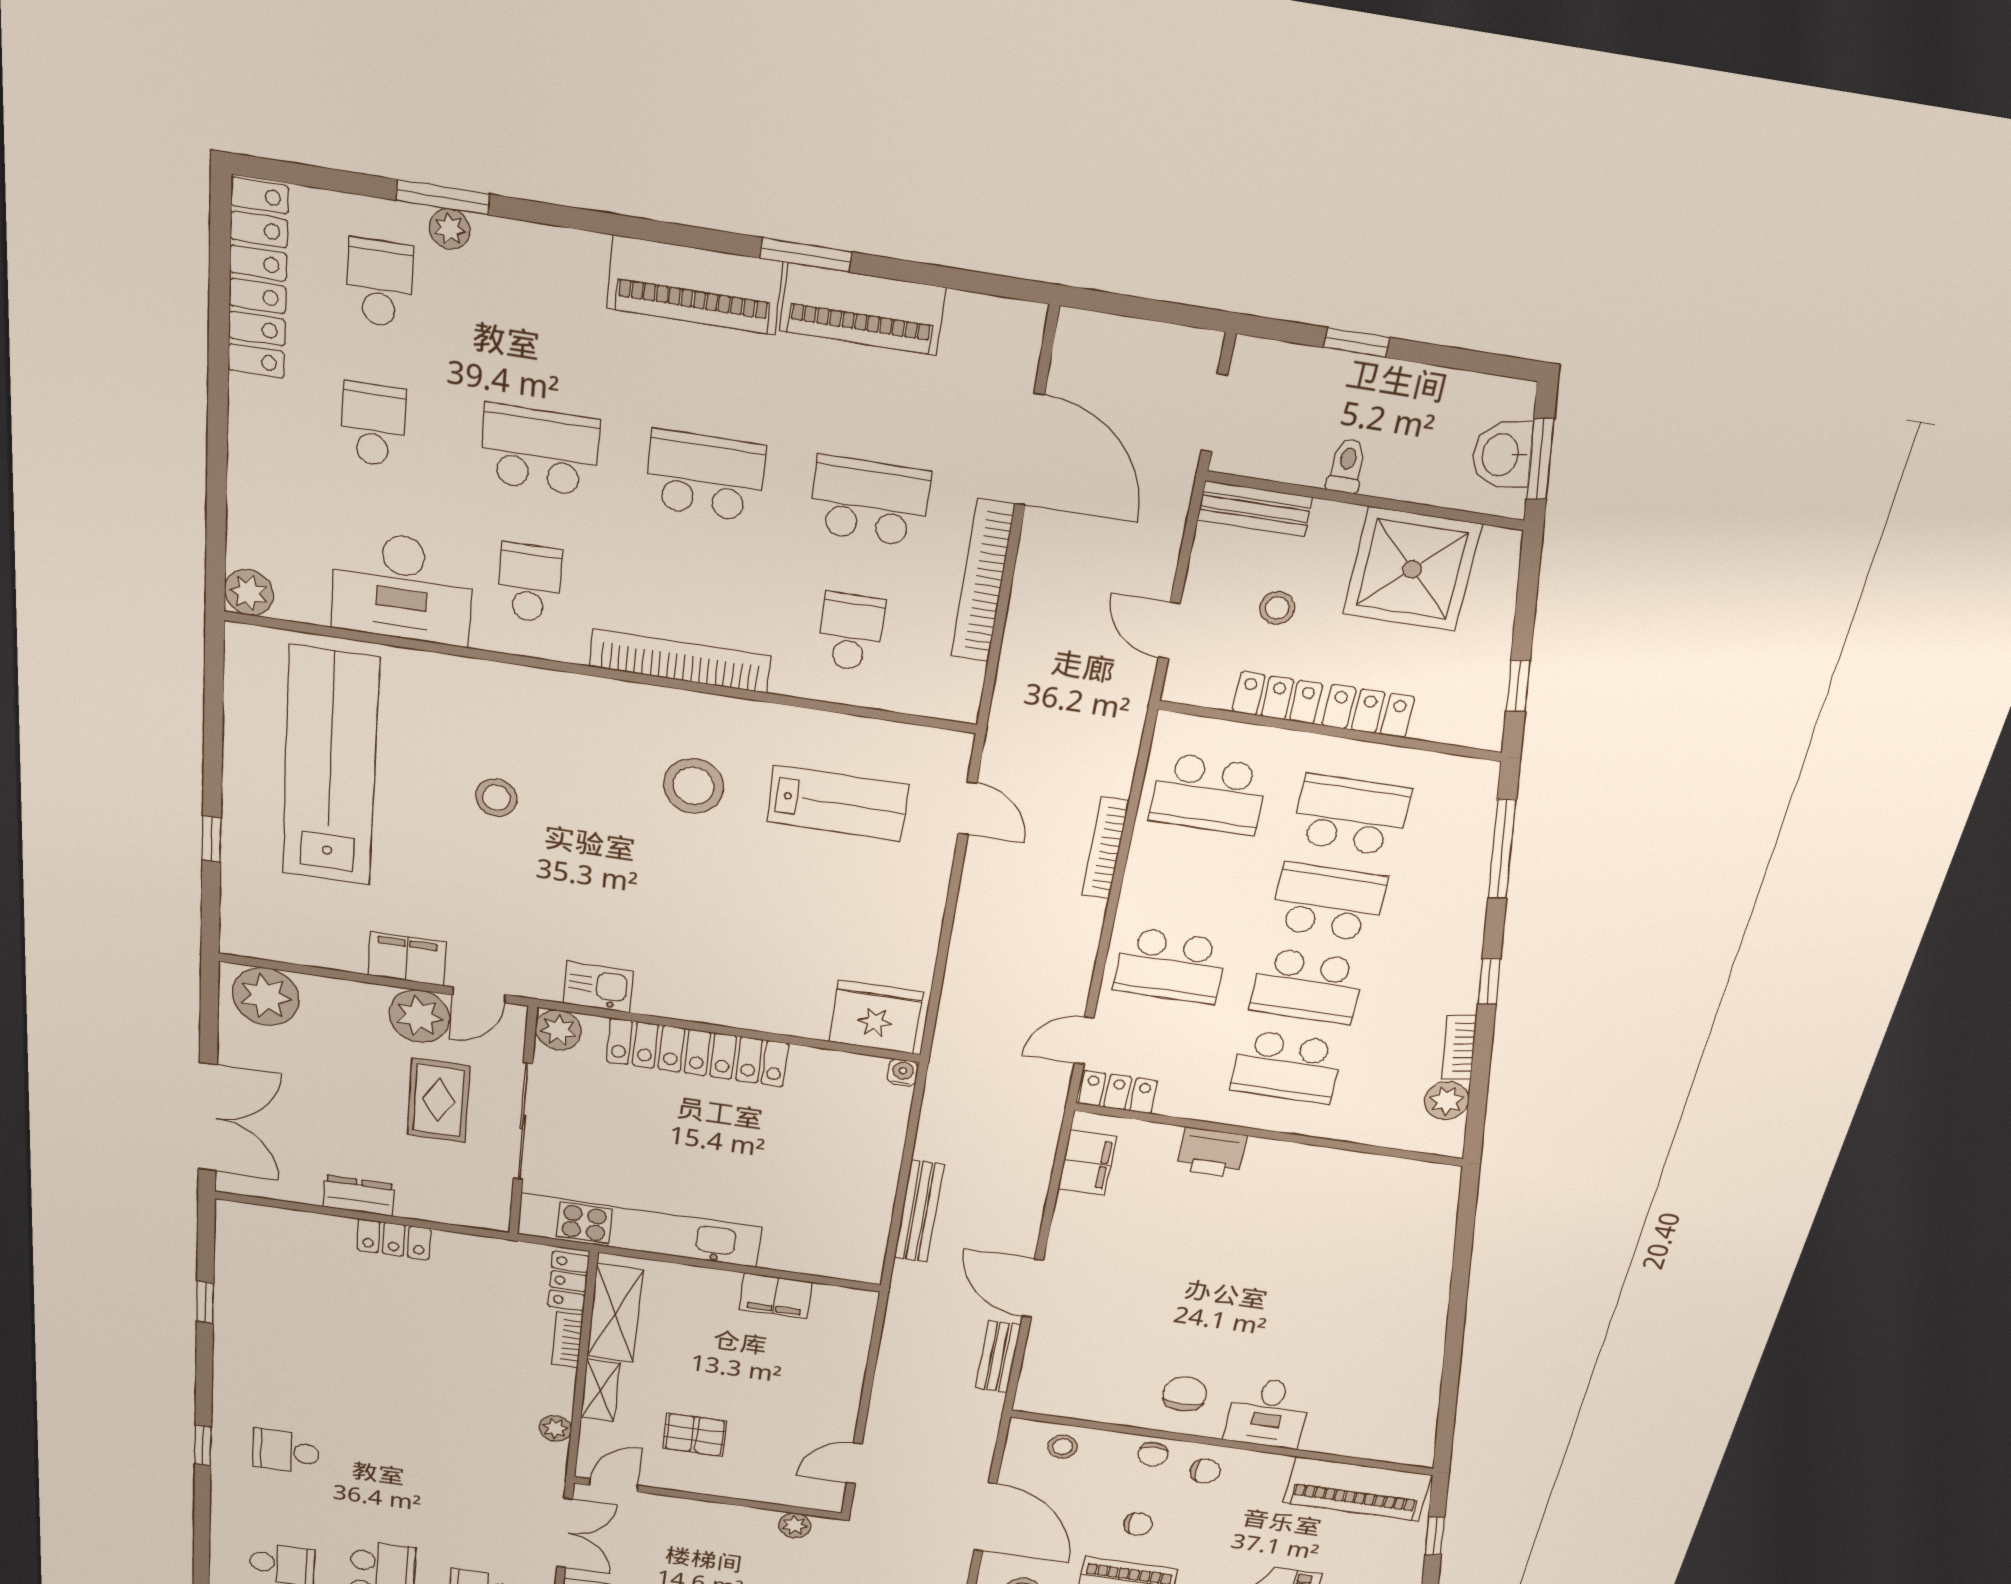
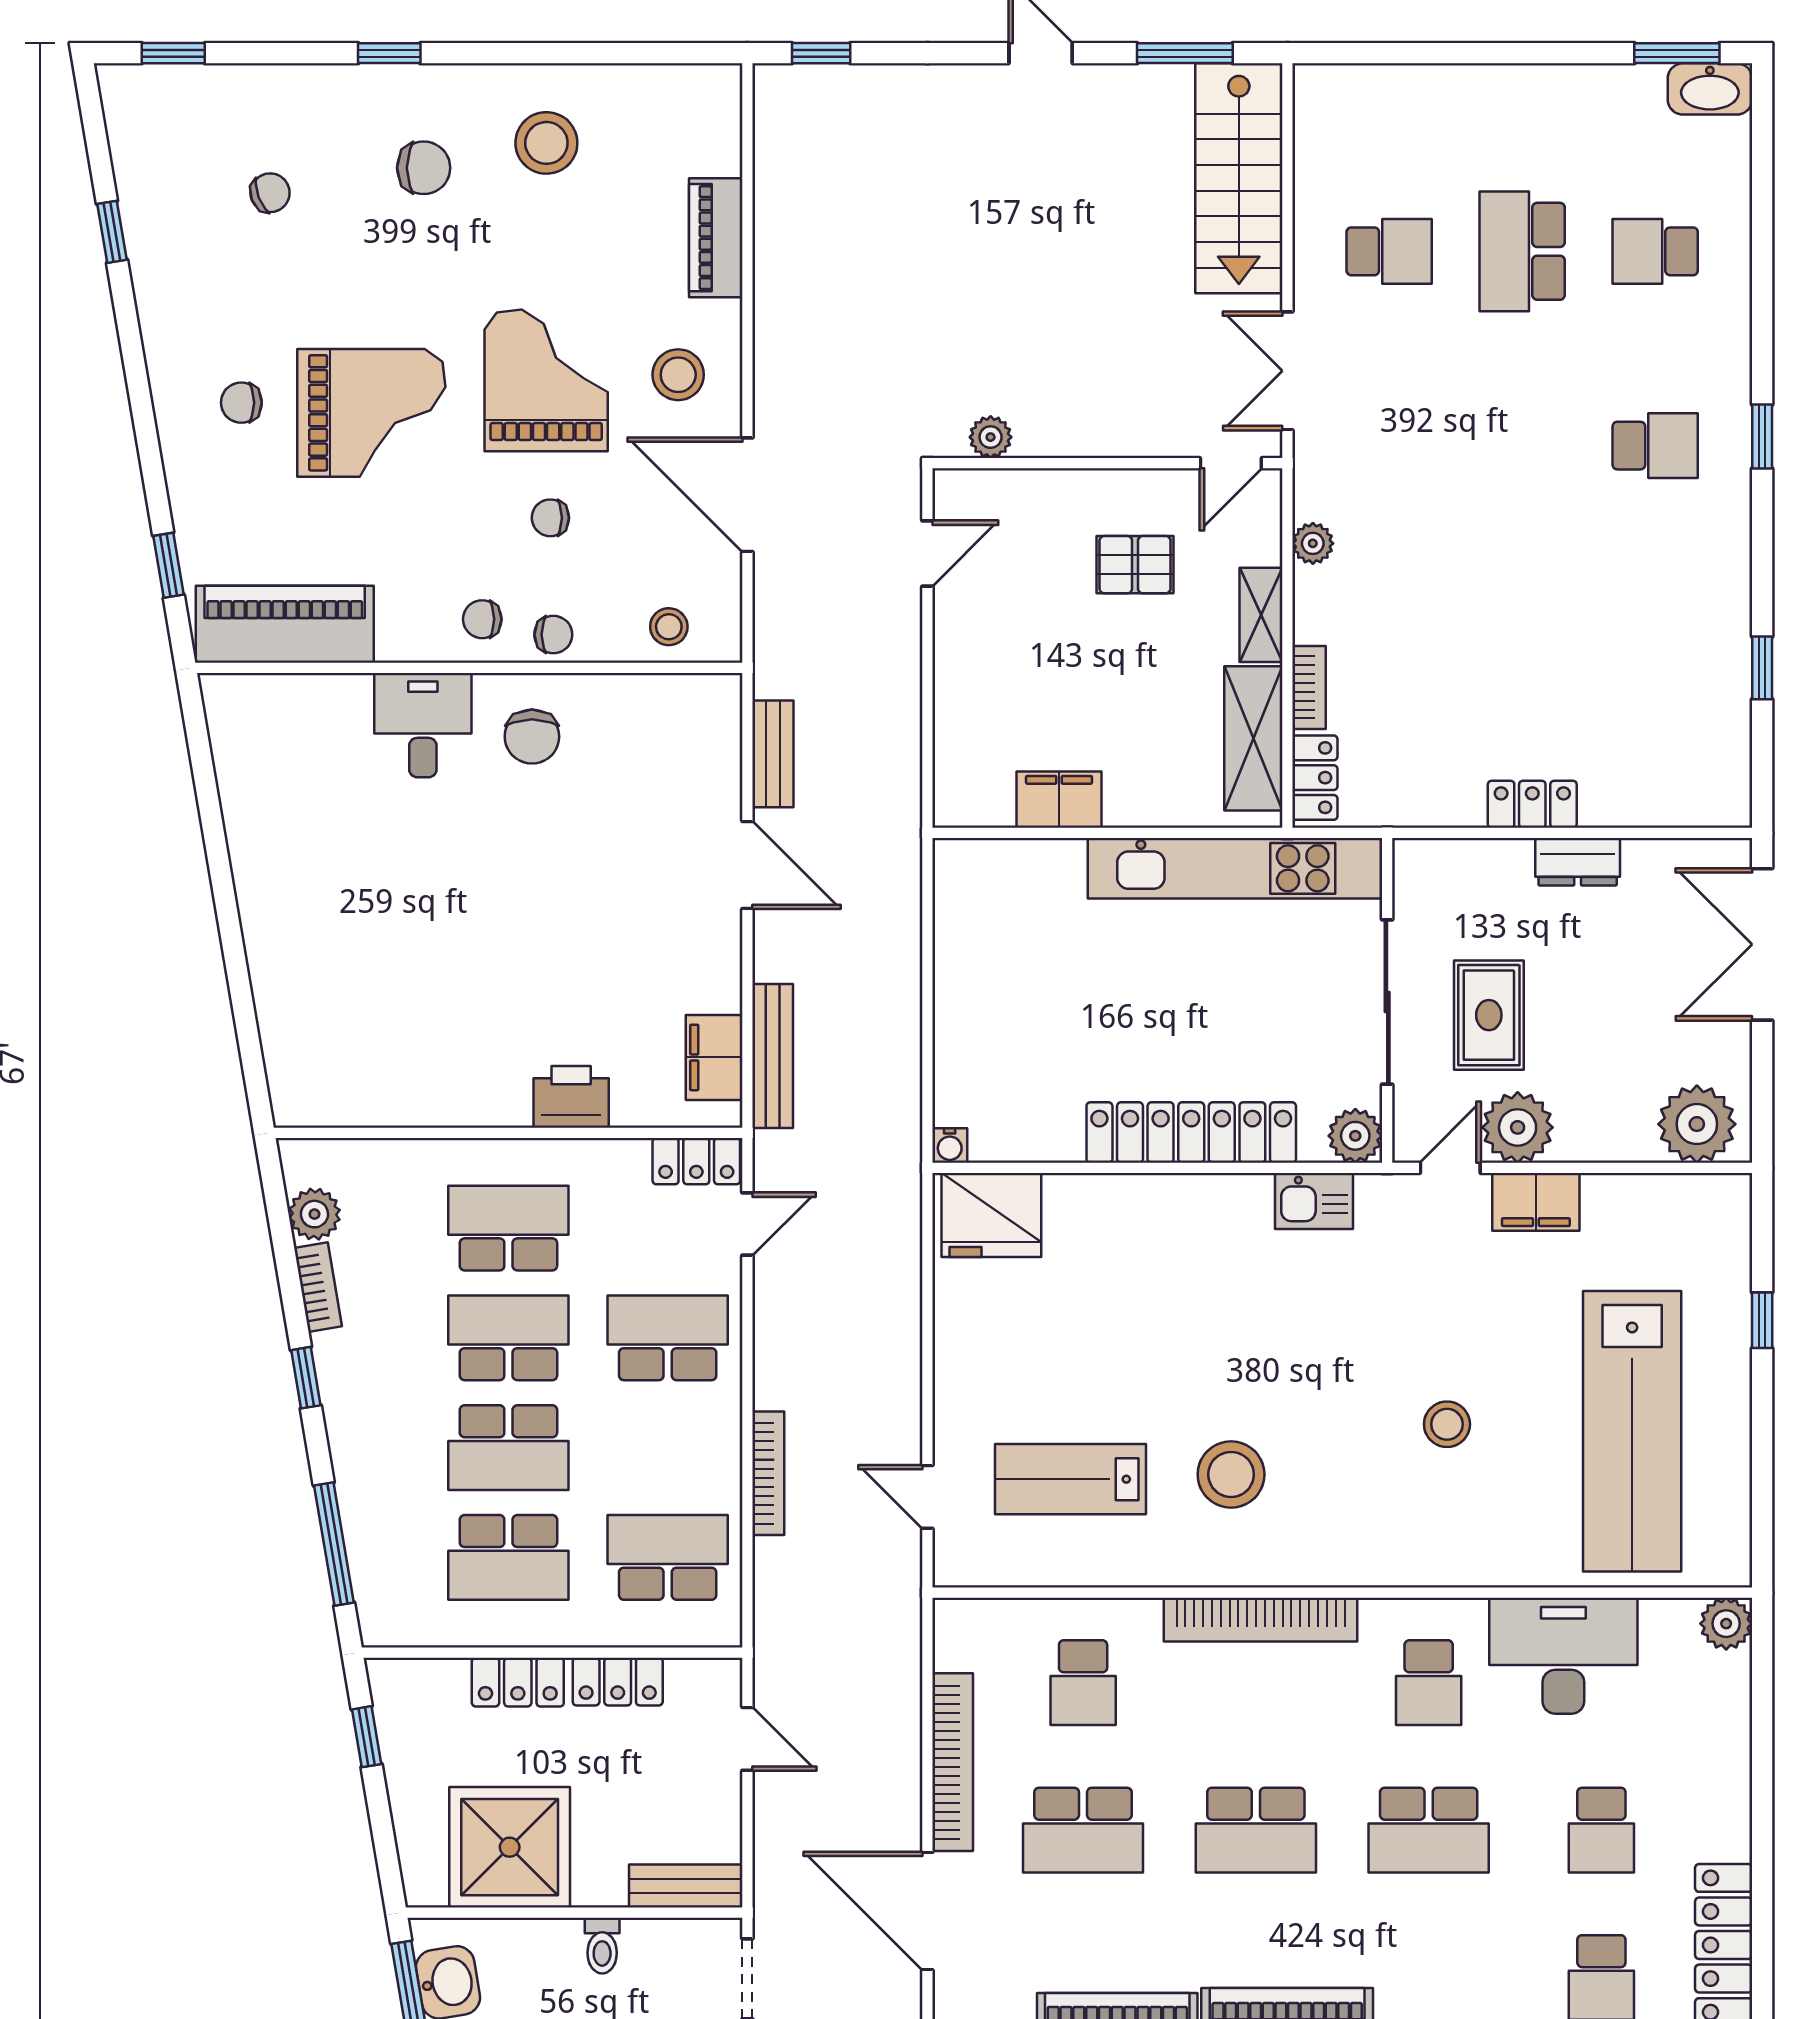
stool: (1277, 608) -> (640, 1782), removed
bench: (919, 1211) -> (773, 1056), moved
chair: (1153, 1454) -> (553, 635), turned 90

